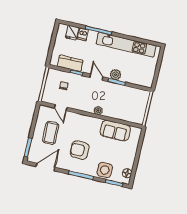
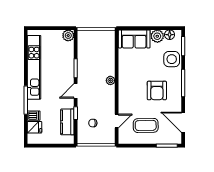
plant: (116, 75) -> (68, 35), moved
sofa: (115, 131) -> (134, 39), moved, turned 90
plant: (128, 162) -> (157, 36), added

